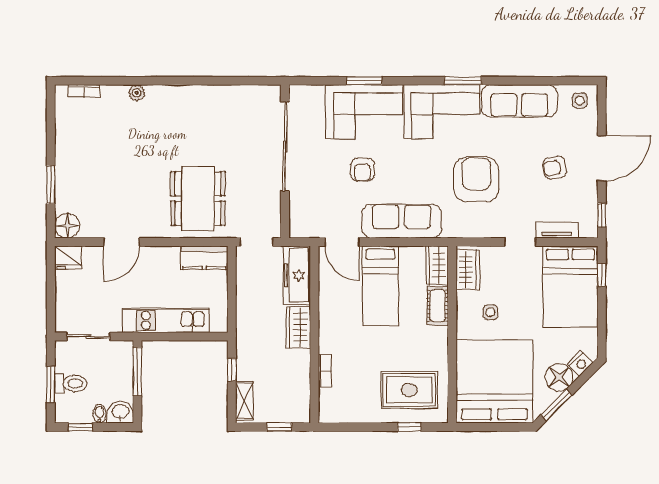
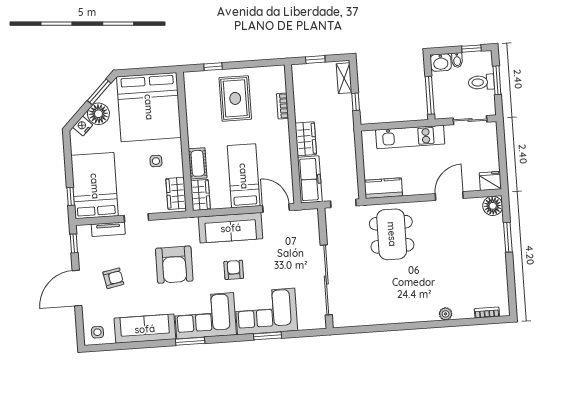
armchair: (362, 170) -> (234, 270), moved
rug: (409, 390) -> (235, 98), moved, turned 90

